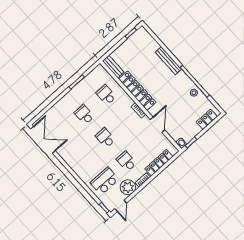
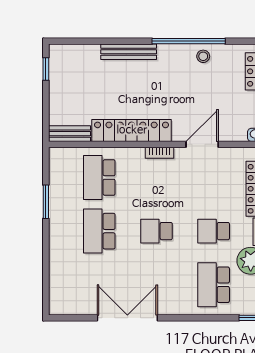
school desk: (106, 95) -> (99, 177), width x1.85
school desk: (84, 115) -> (99, 231), width x1.85
door: (158, 125) -> (202, 144), hinge flipped
double door: (43, 140) -> (127, 318), moved

